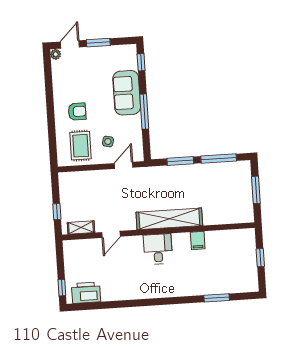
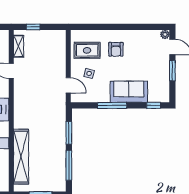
shelving: (169, 219) -> (21, 157), moved

